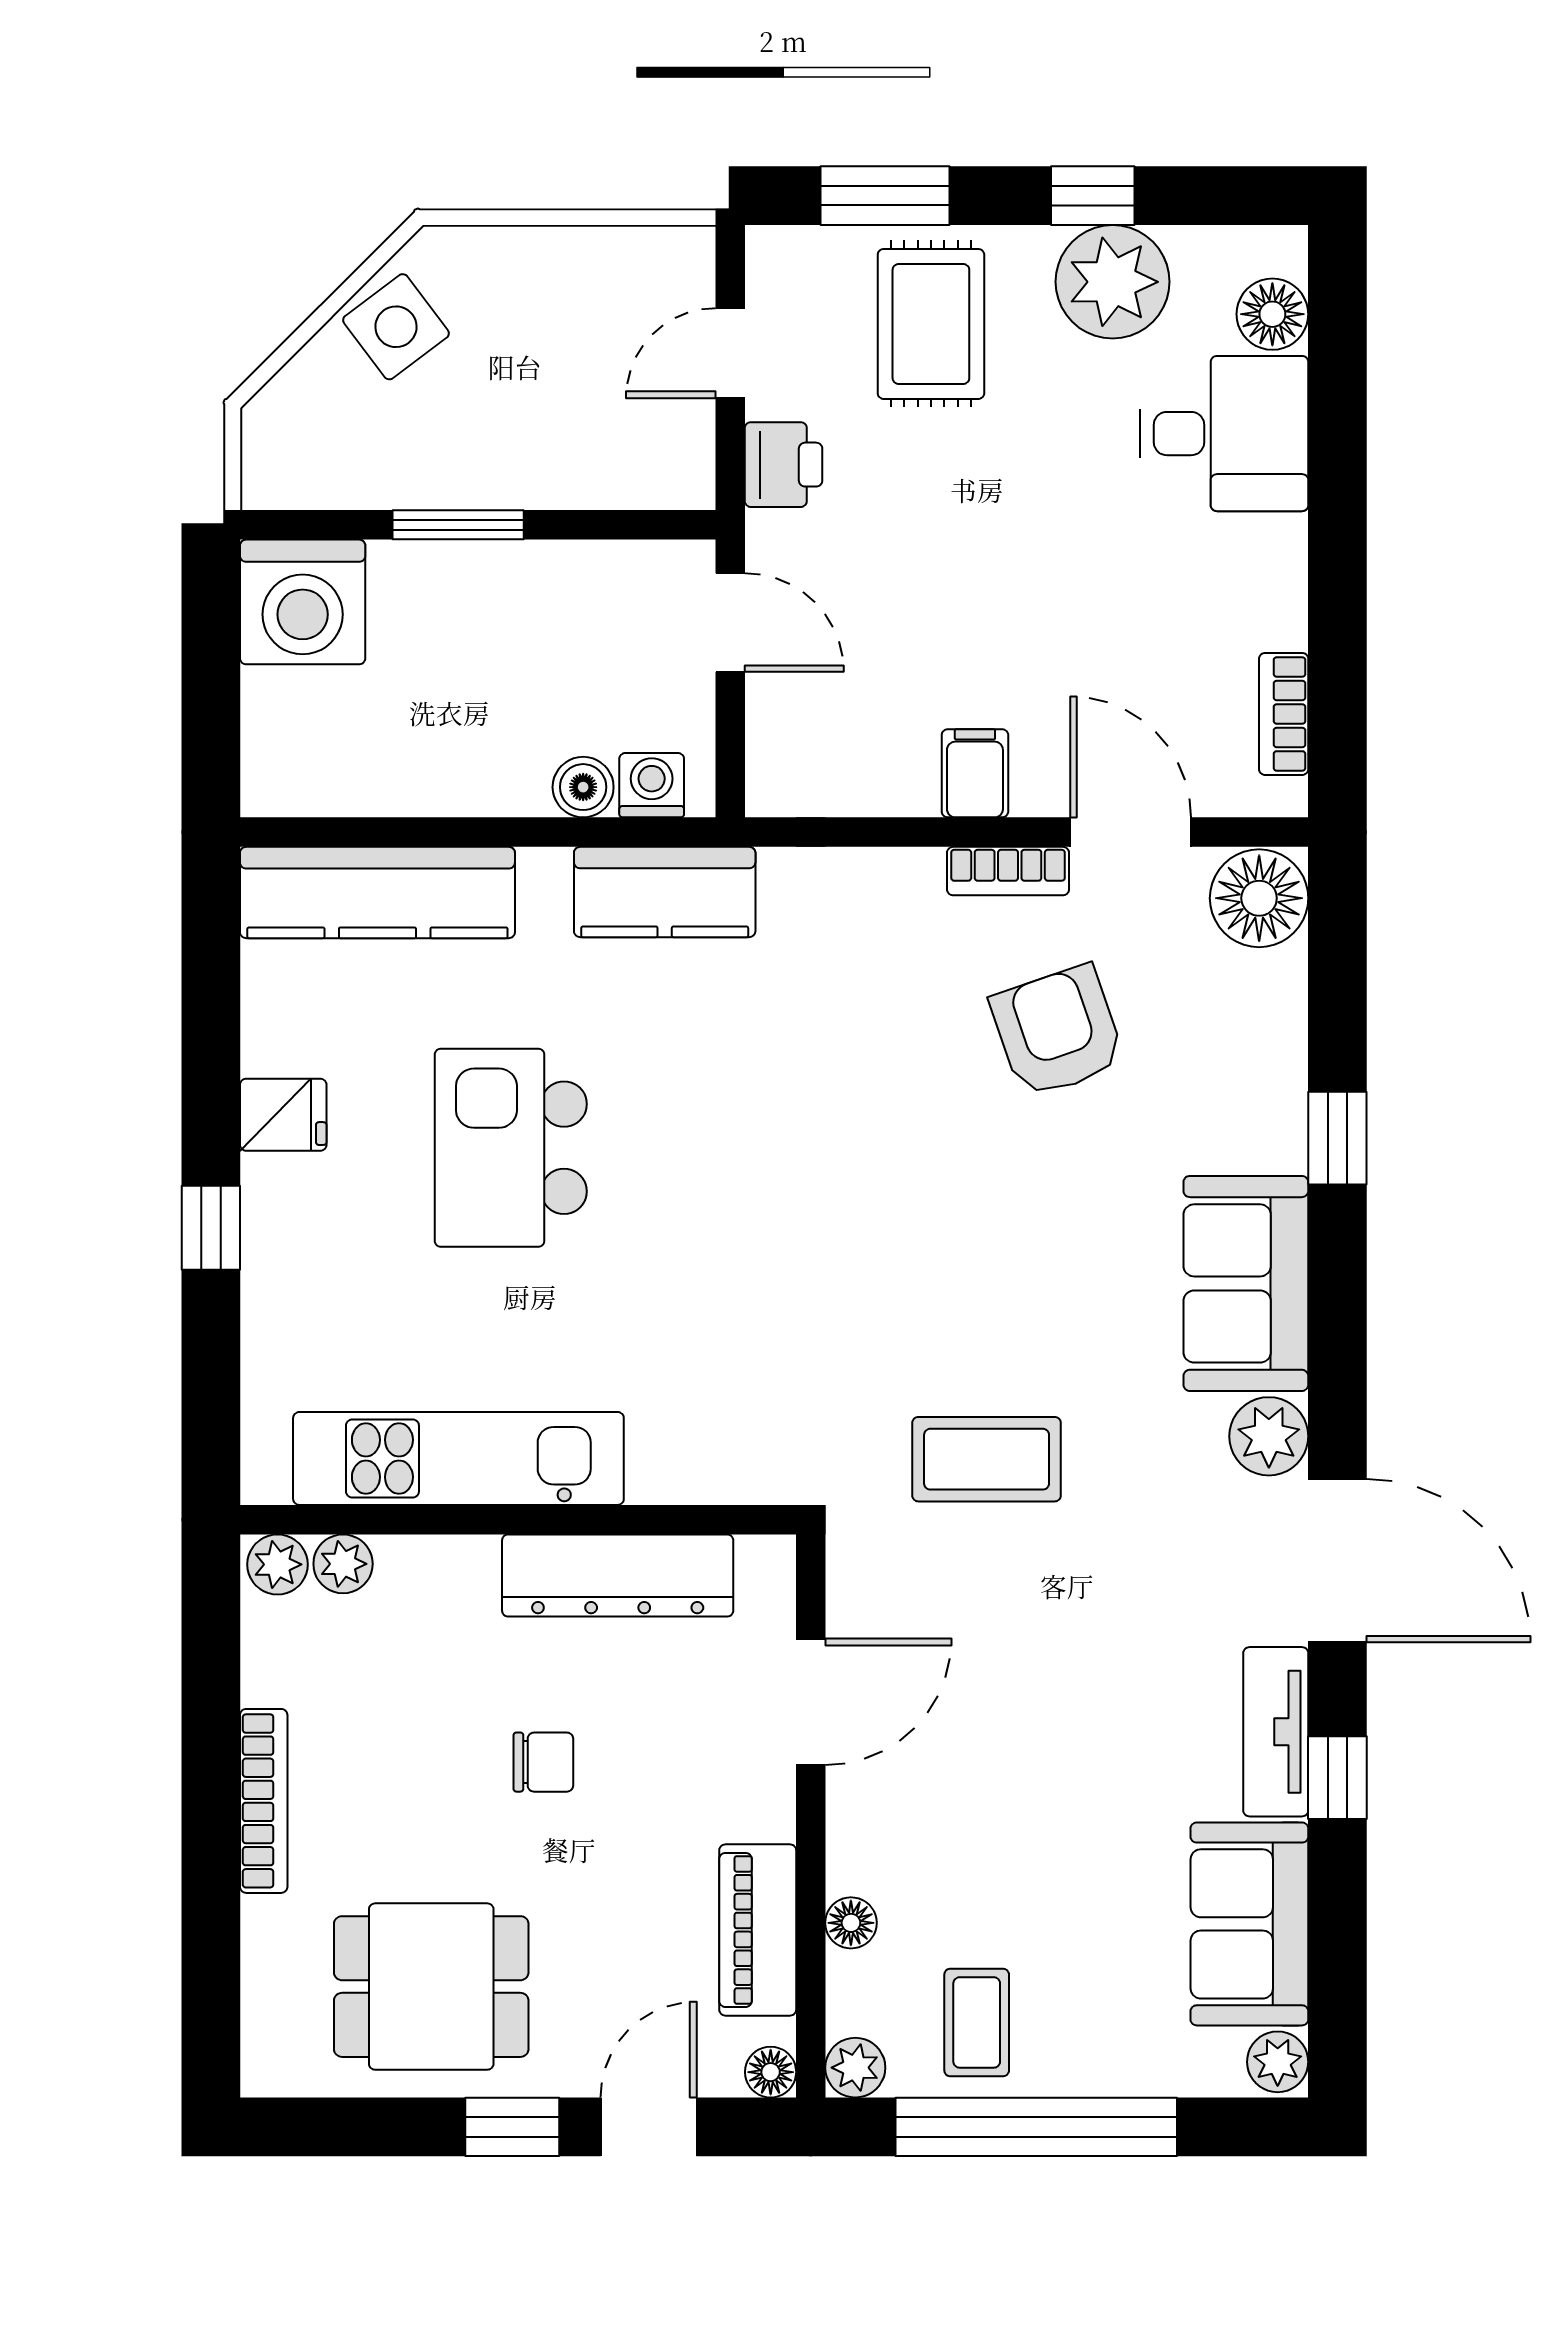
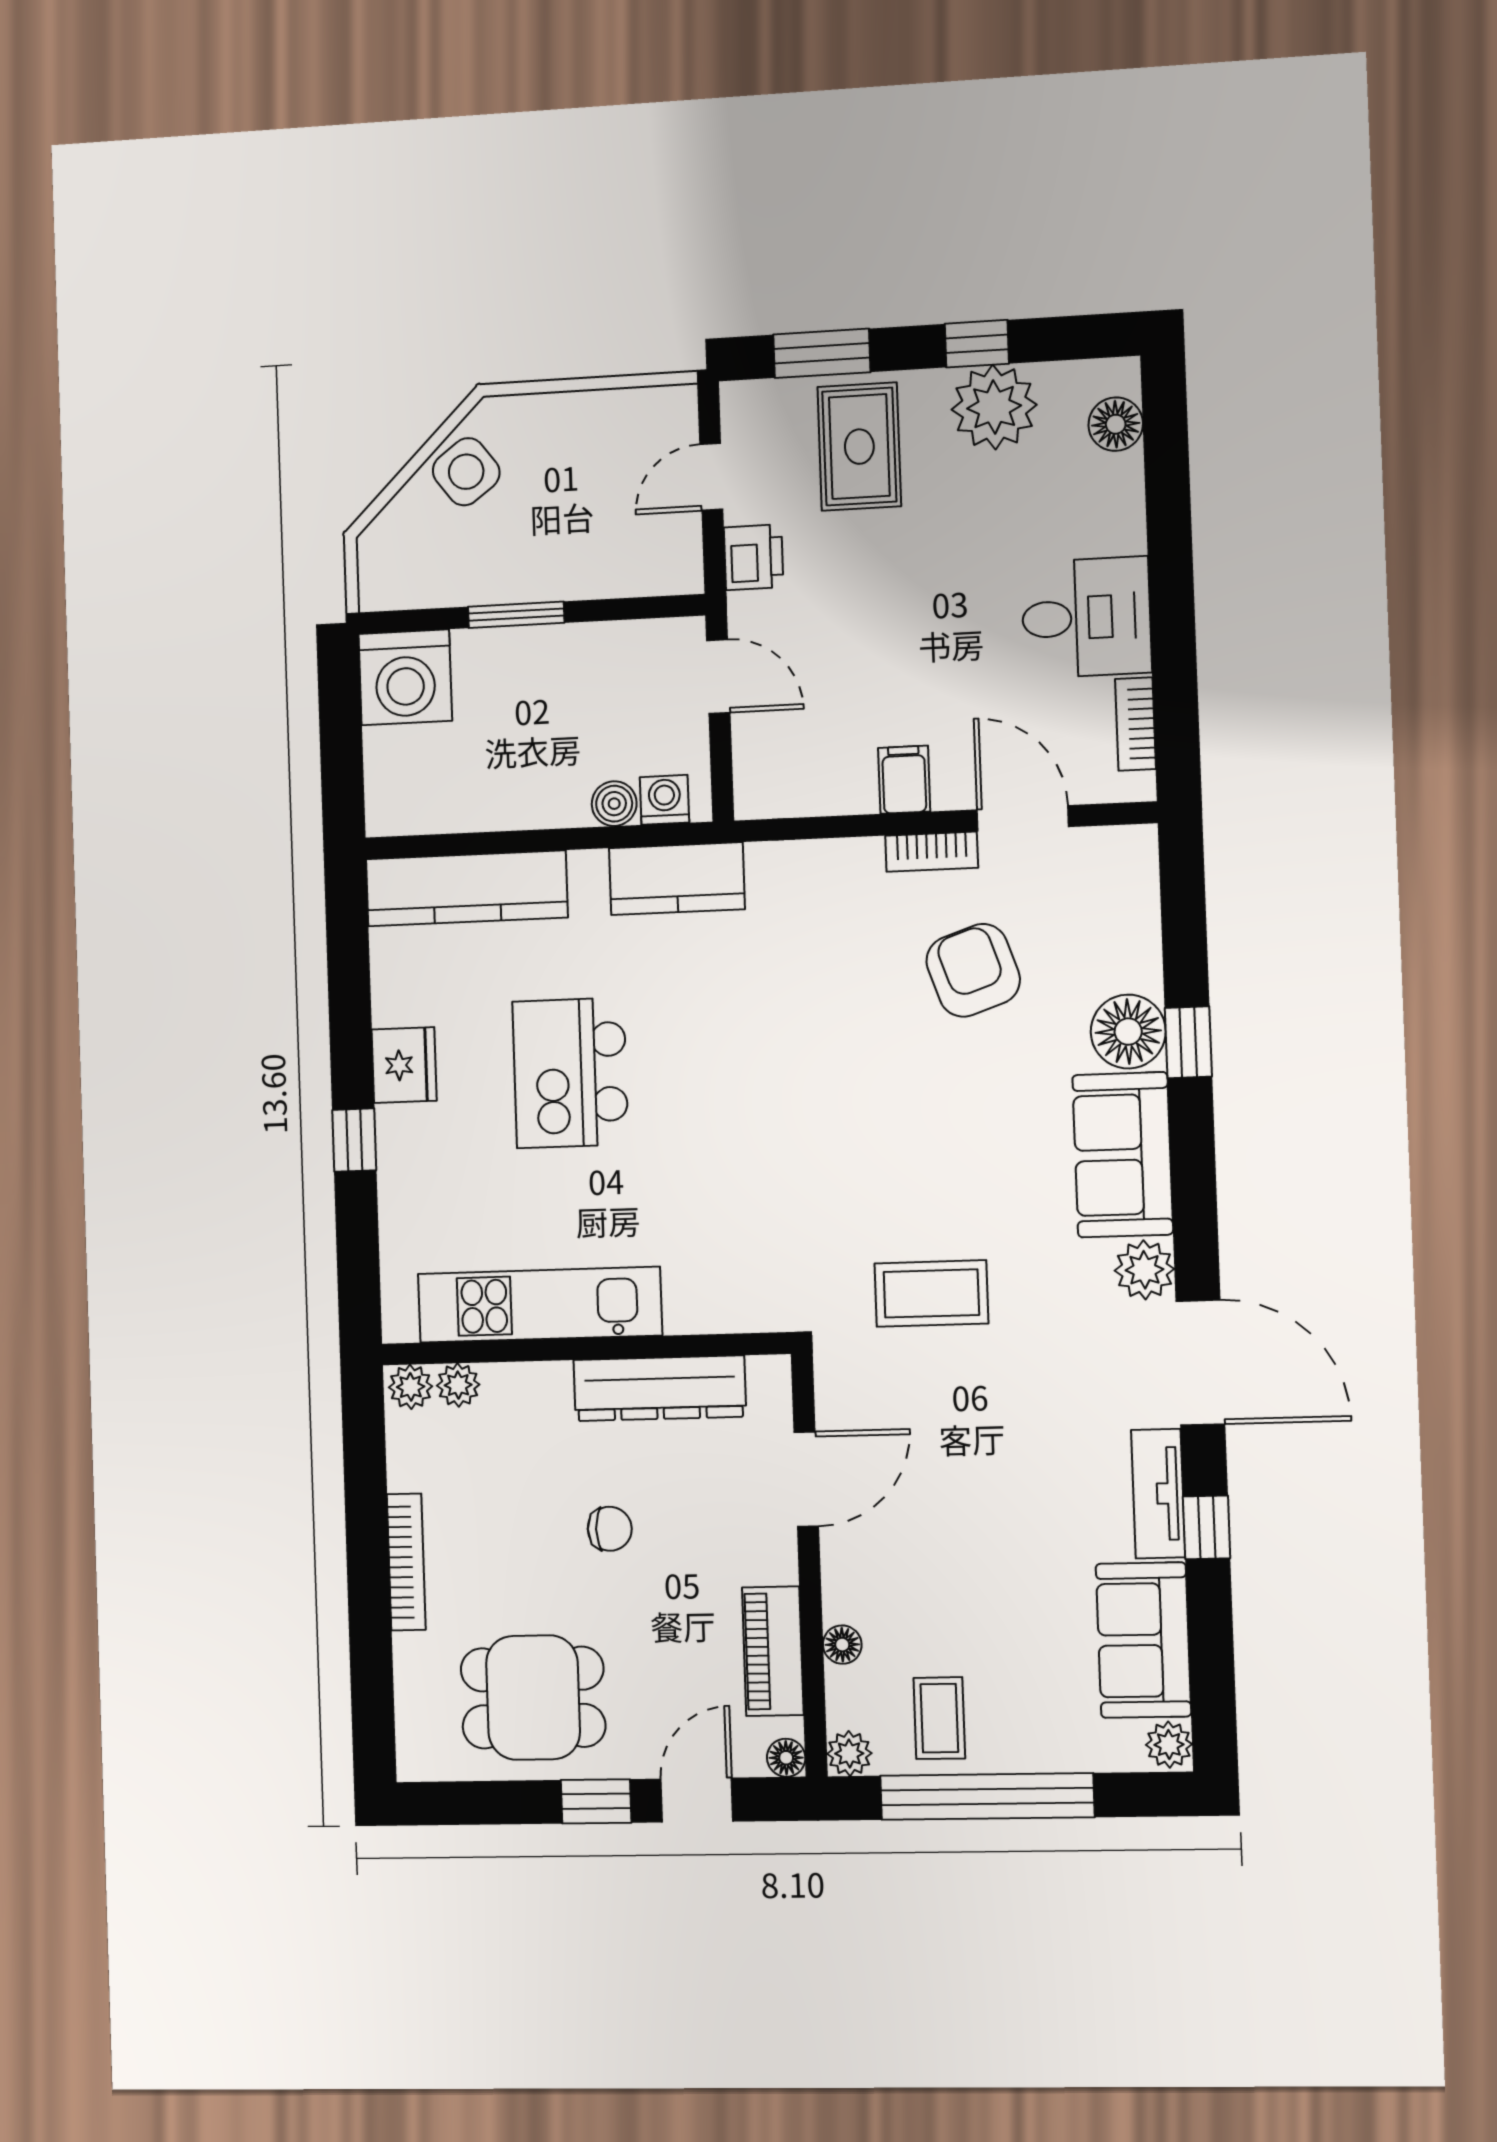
desk: (1224, 434) -> (1086, 617), moved
floor lamp: (1259, 898) -> (1128, 1032), moved
fridge: (283, 1115) -> (404, 1065), width x1.38

